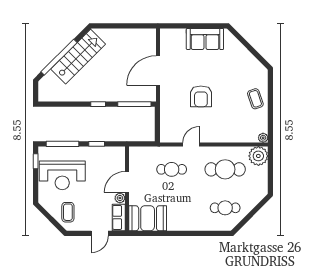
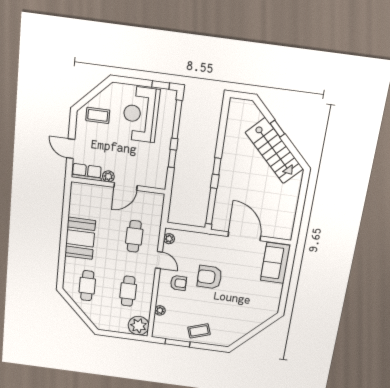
sofa: (205, 39) -> (275, 263), moved
window: (59, 57) -> (277, 129), width x0.32
window: (270, 117) -> (178, 343), added
armchair: (211, 124) -> (178, 283), added
plant: (170, 138) -> (169, 239), added
plant: (263, 138) -> (160, 310), moved
cafe table: (225, 169) -> (128, 291), width x0.73, depth x0.74
door: (127, 182) -> (125, 186), swing flipped
booth: (148, 218) -> (80, 238), moved

